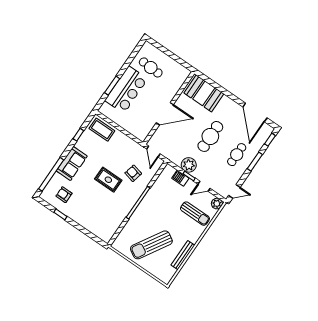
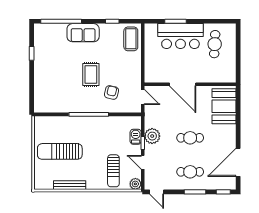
cafe table: (210, 136) -> (190, 138), width x0.73, depth x0.74
door: (153, 151) -> (143, 97), swing flipped
armchair: (64, 195) -> (51, 45), removed
sun lounger: (151, 245) -> (60, 151), turned -31

